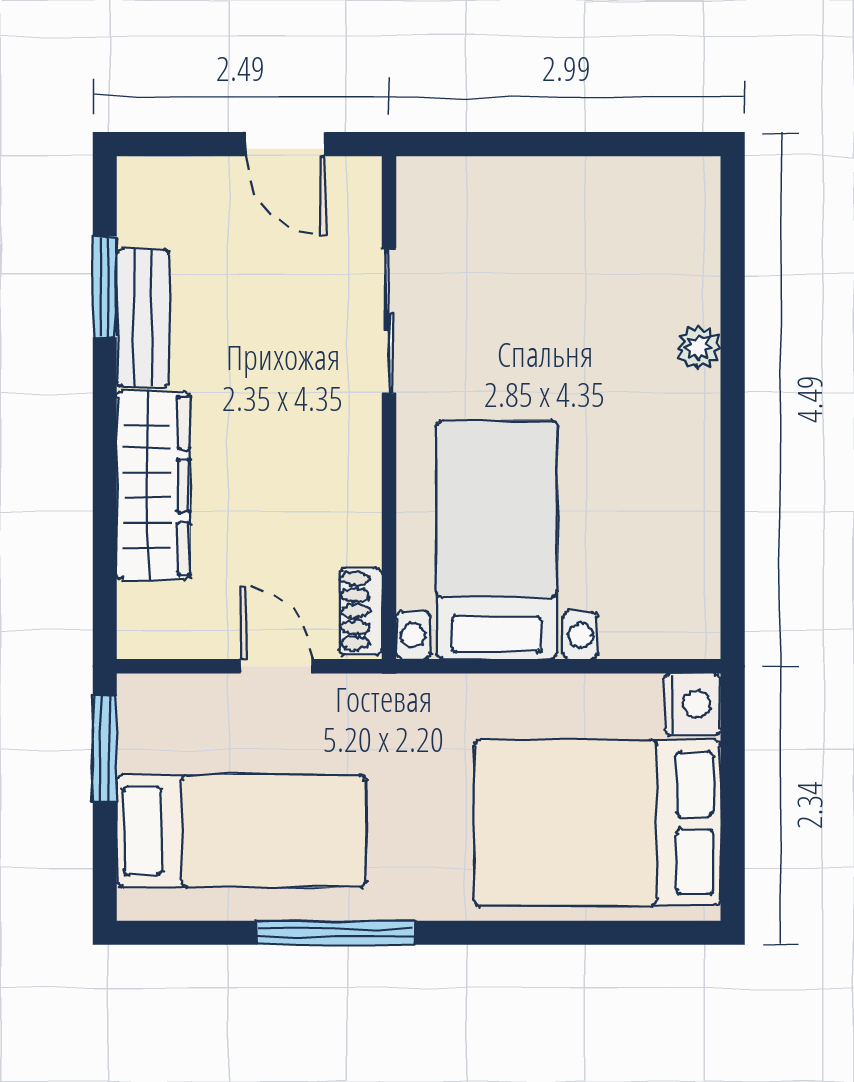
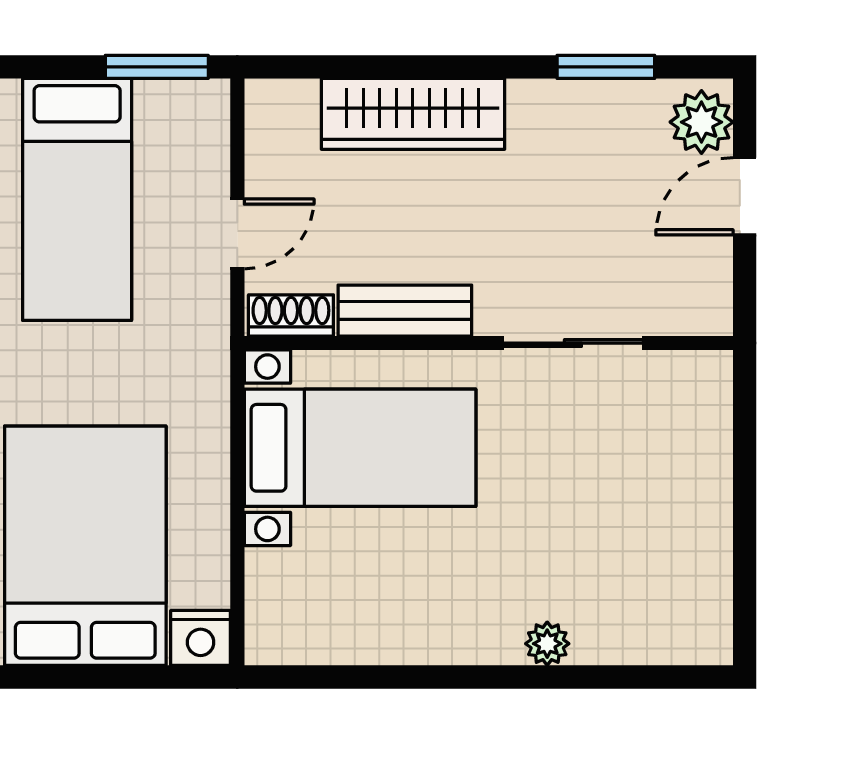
door: (286, 144) -> (745, 196), moved
plant: (161, 189) -> (701, 122), added
bench: (143, 318) -> (405, 311), moved

